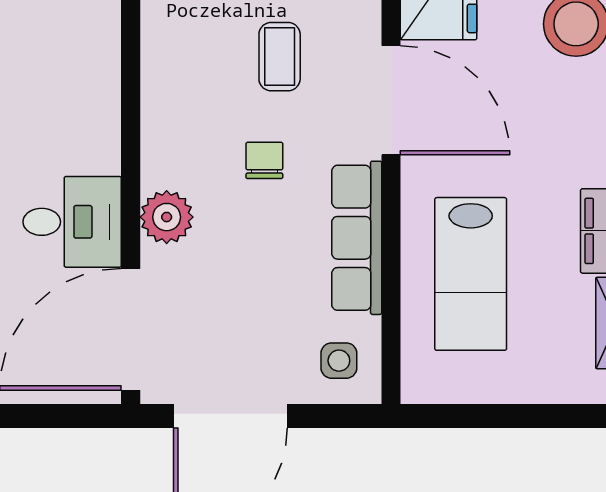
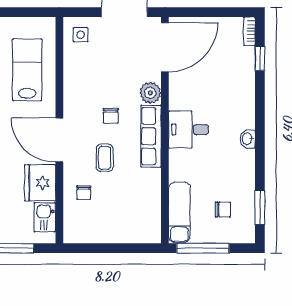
desk: (72, 222) -> (189, 129), moved
row of seats: (357, 238) -> (151, 136), moved, turned 180

